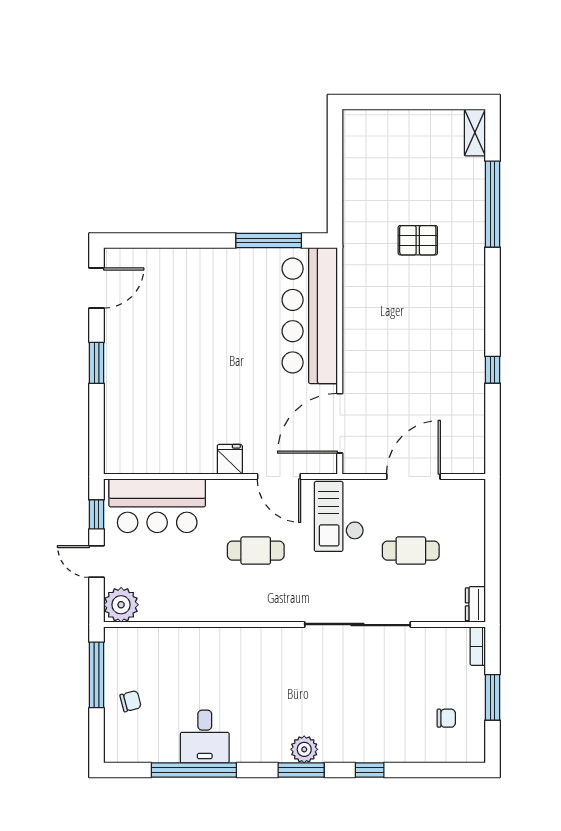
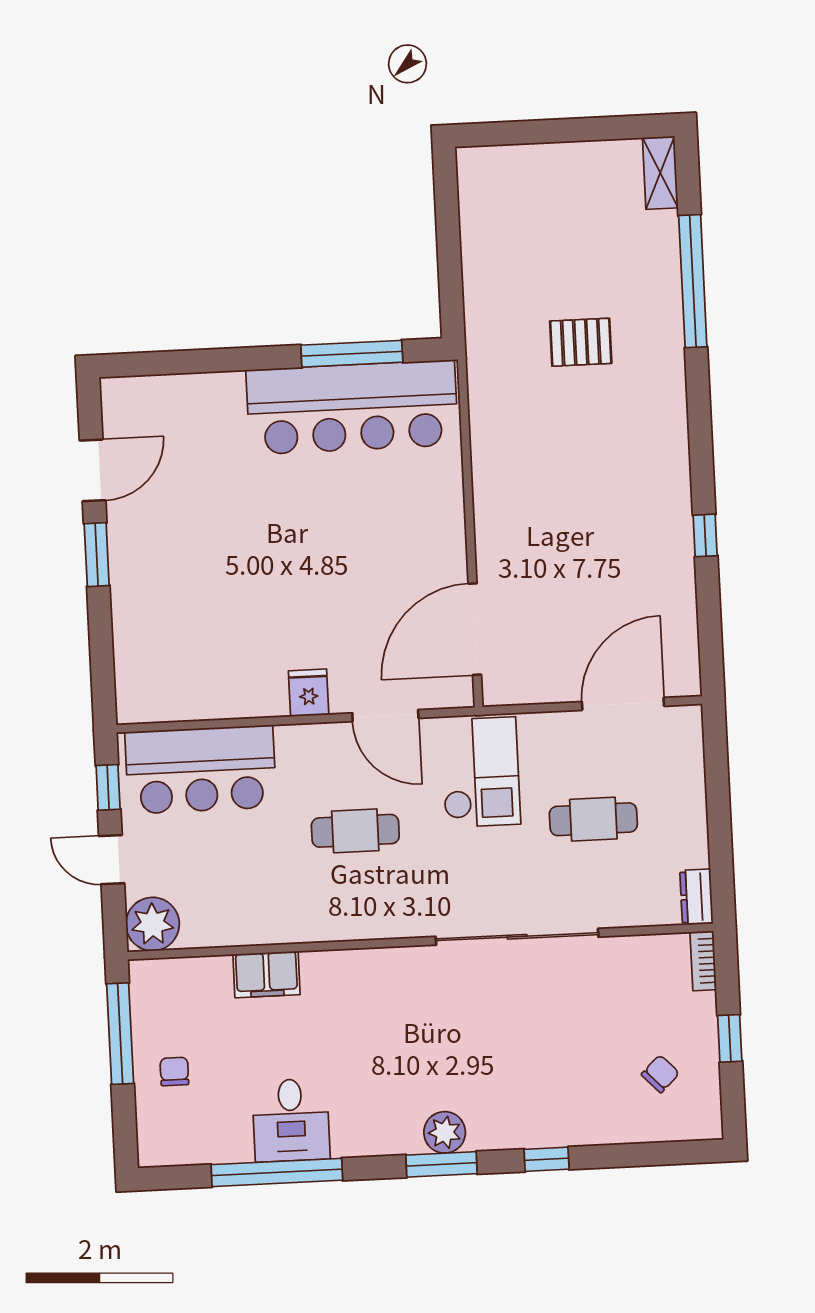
door: (96, 288) -> (93, 470), moved
bar counter: (310, 316) -> (352, 407), moved, turned -90
door: (413, 477) -> (623, 704), moved
checkout: (339, 516) -> (481, 772), turned 180
filing cabinet: (193, 641) -> (267, 974), added
window: (493, 697) -> (730, 1038), width x0.67
chair: (131, 701) -> (174, 1071), turned -75
chair: (446, 718) -> (660, 1074), turned -44

